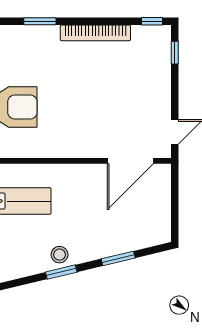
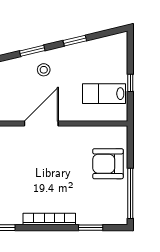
door: (130, 161) -> (41, 123), moved
stool: (60, 255) -> (44, 70), moved

